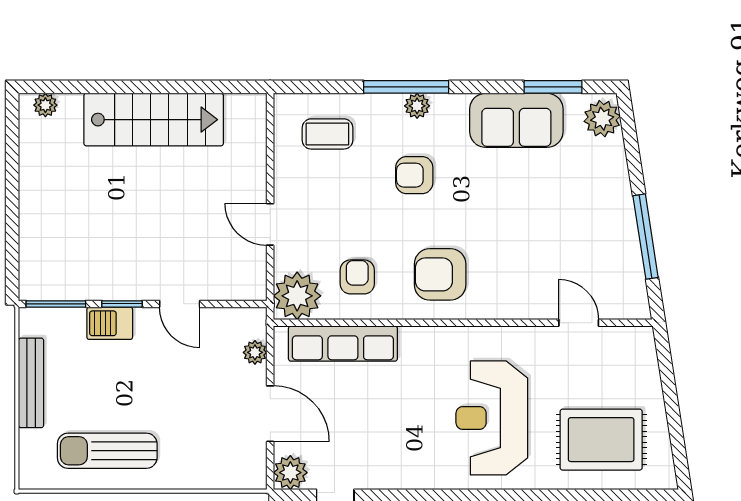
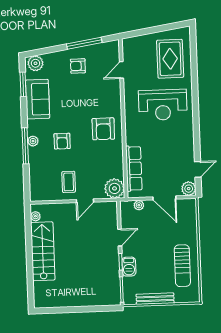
plant: (45, 105) -> (35, 216), moved
coffee table: (327, 134) -> (69, 182), moved
armchair: (357, 277) -> (78, 66), moved
door: (270, 414) -> (164, 198), swing flipped

